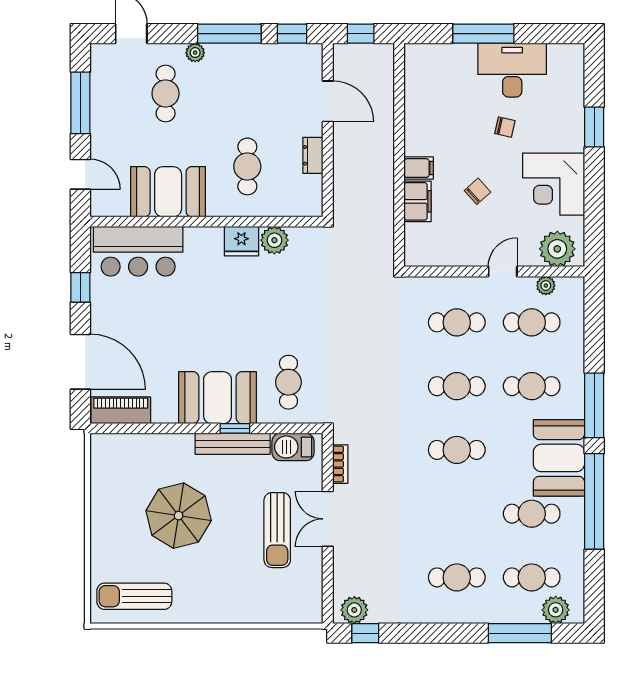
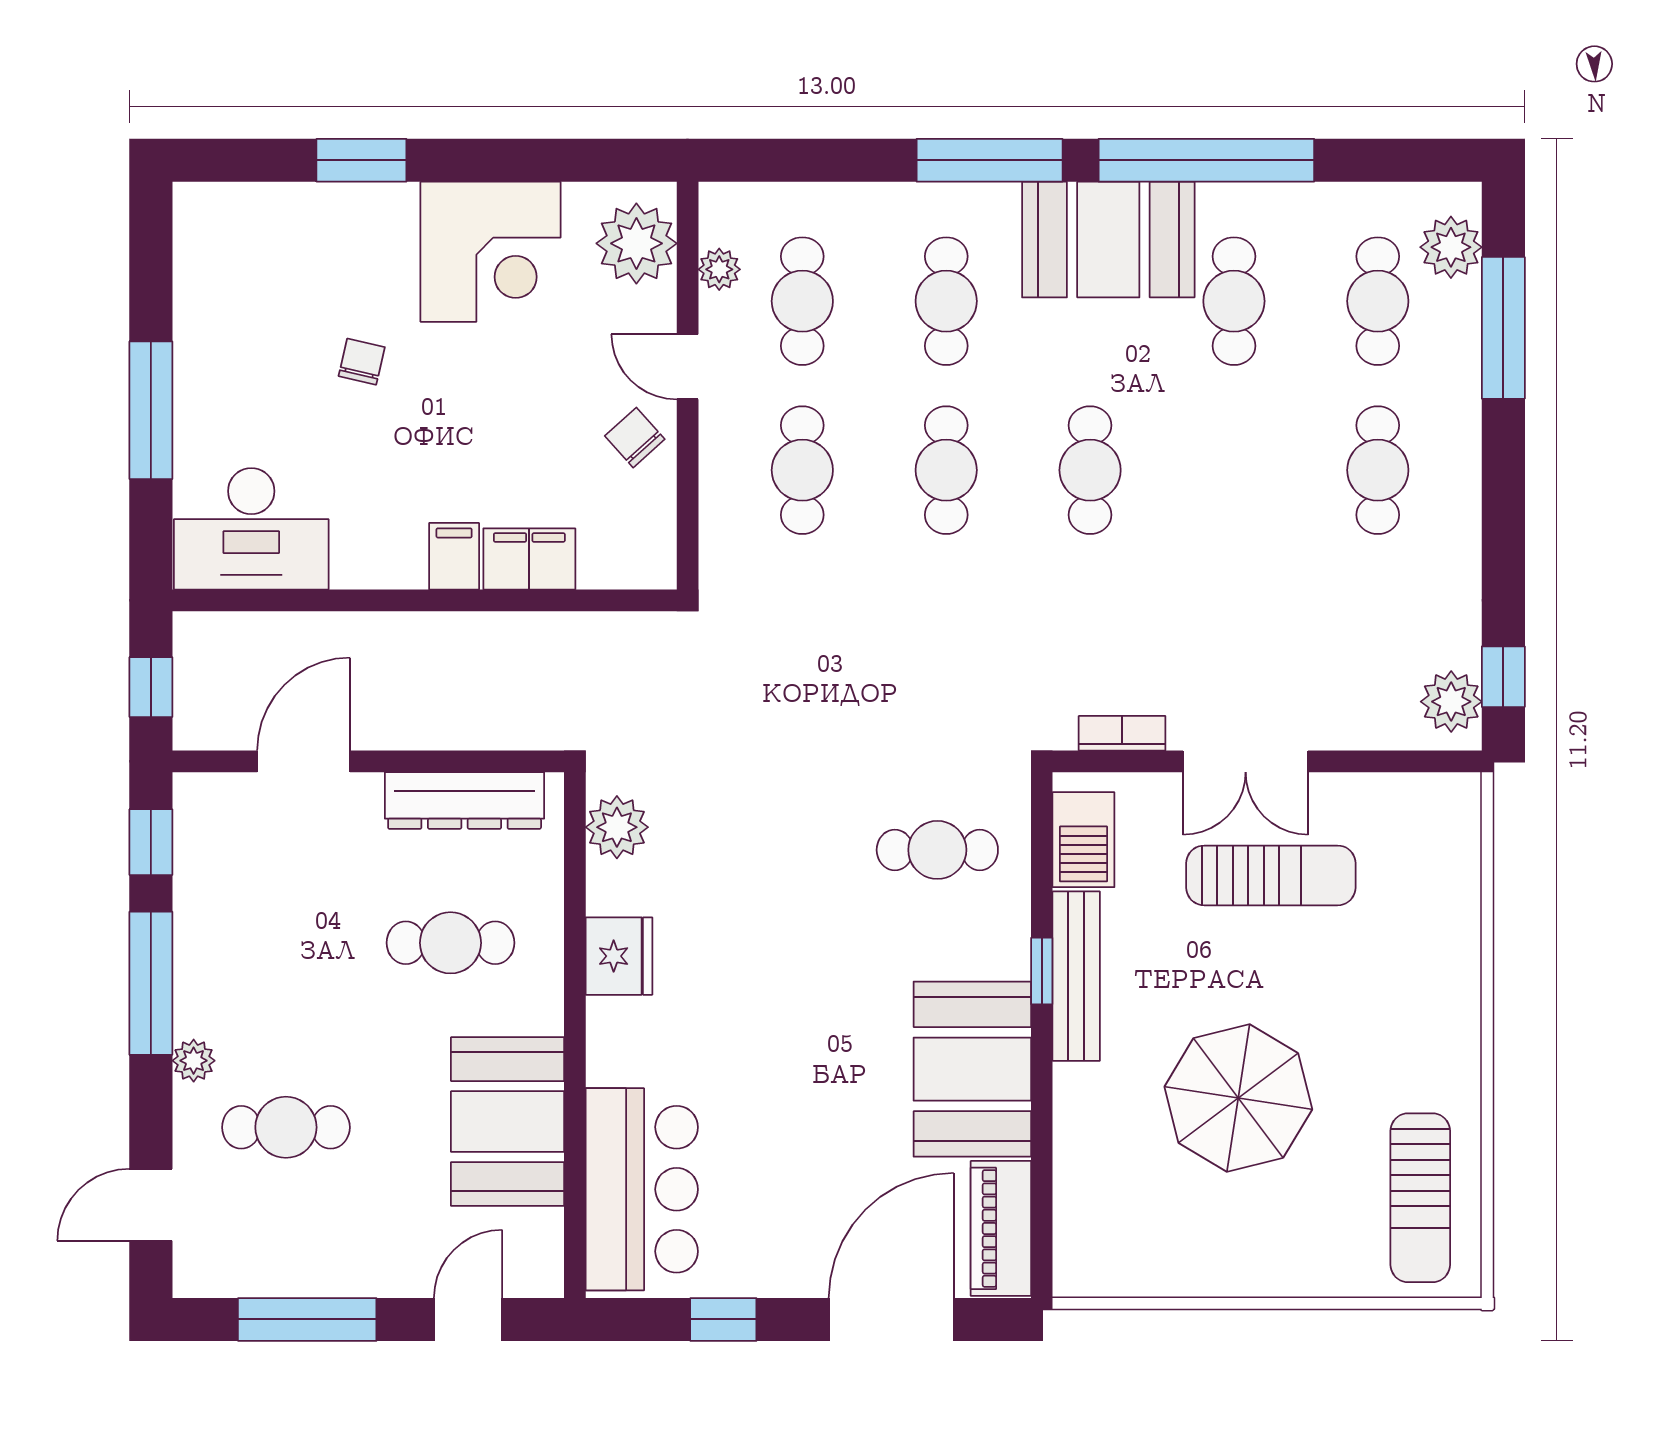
desk: (512, 70) -> (251, 529), moved, turned -90
dresser: (313, 155) -> (465, 800), width x1.96, depth x1.24
chair: (477, 191) -> (635, 438), moved
plant: (274, 240) -> (617, 827), moved
booth: (218, 398) -> (972, 1069), moved

